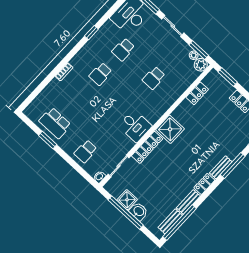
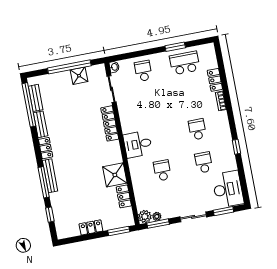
locker: (51, 89) -> (215, 80), added
desk: (135, 126) -> (138, 144), moved
shower: (170, 129) -> (115, 175), moved
bench: (221, 167) -> (50, 176), width x1.36
washbasin: (139, 211) -> (63, 78), removed

